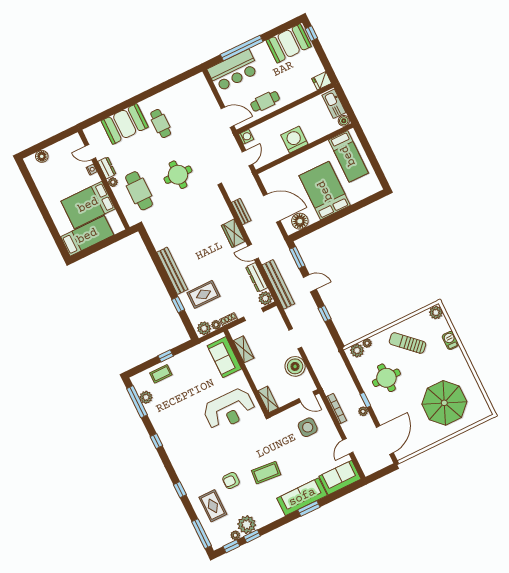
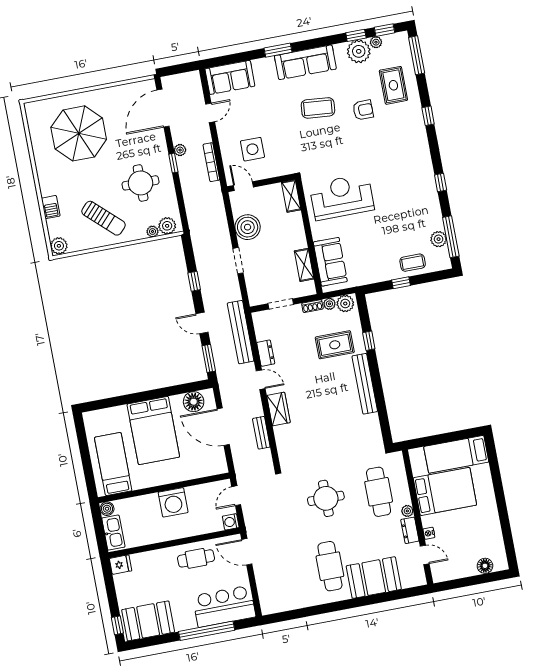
cafe table: (161, 124) -> (330, 566), width x1.37, depth x1.35
dresser: (257, 277) -> (266, 353), width x0.70
plant: (265, 298) -> (261, 320), removed
sofa: (302, 497) -> (305, 62), moved

